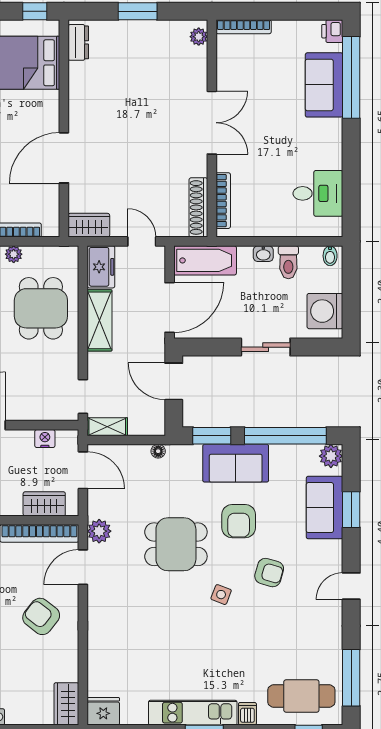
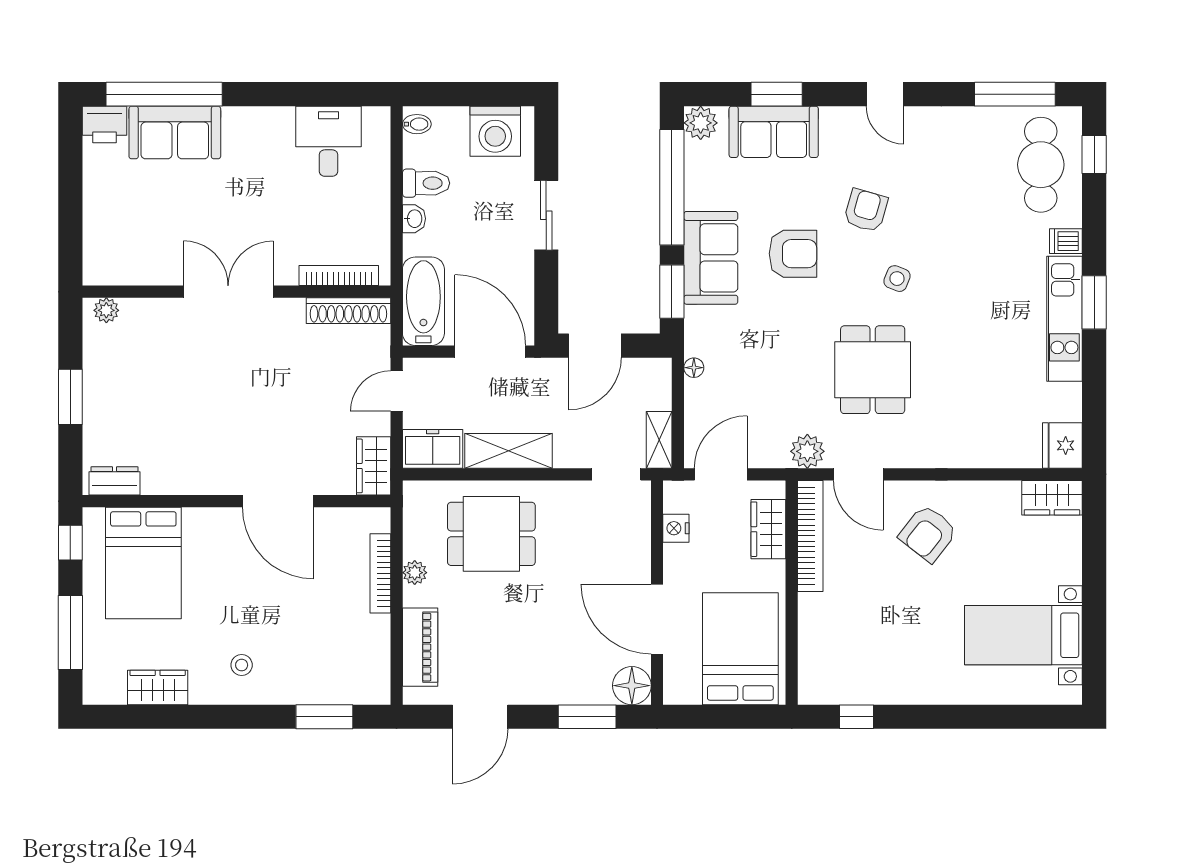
bookcase: (244, 27) -> (92, 247), removed
printer: (332, 31) -> (104, 124), width x1.36, depth x1.24
dining table: (176, 544) -> (873, 370), moved

